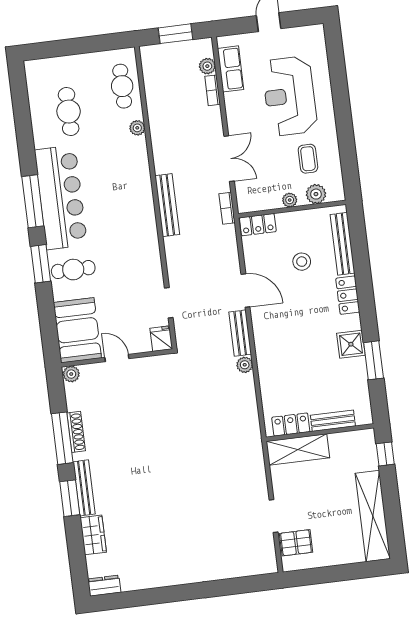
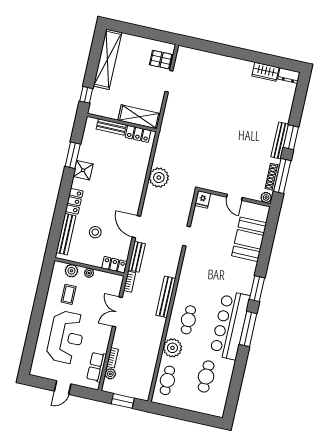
plant: (137, 128) -> (172, 348), width x1.88, depth x1.88
cafe table: (73, 270) -> (188, 320), moved, turned 90
bench: (240, 333) -> (137, 257), moved
fridge: (161, 339) -> (203, 199), moved
door: (117, 358) -> (234, 197), moved
wall: (117, 358) -> (234, 197), moved
plant: (245, 365) -> (159, 178), width x1.88, depth x1.88
plant: (71, 374) -> (266, 198), moved
wardrobe: (93, 535) -> (265, 72), moved, turned -90

